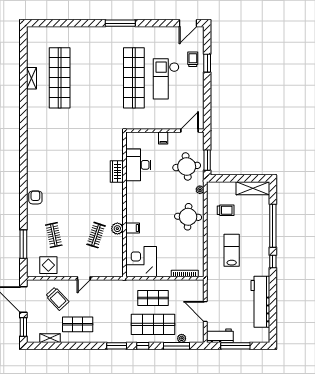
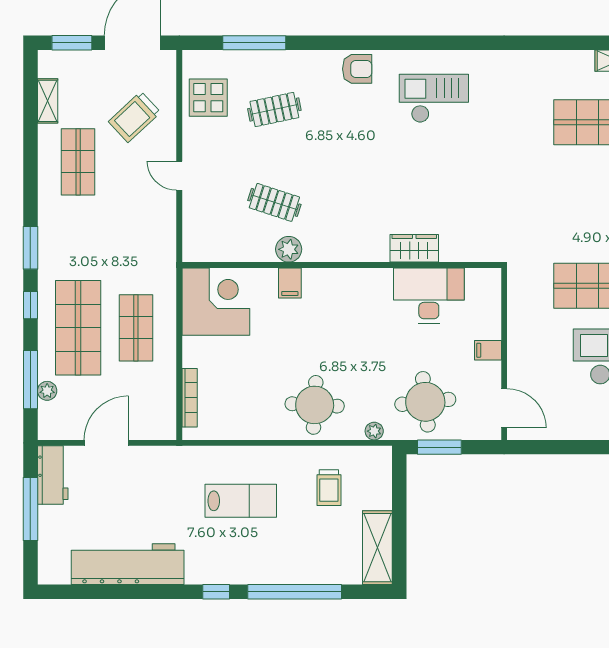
checkout: (49, 163) -> (434, 98), added

